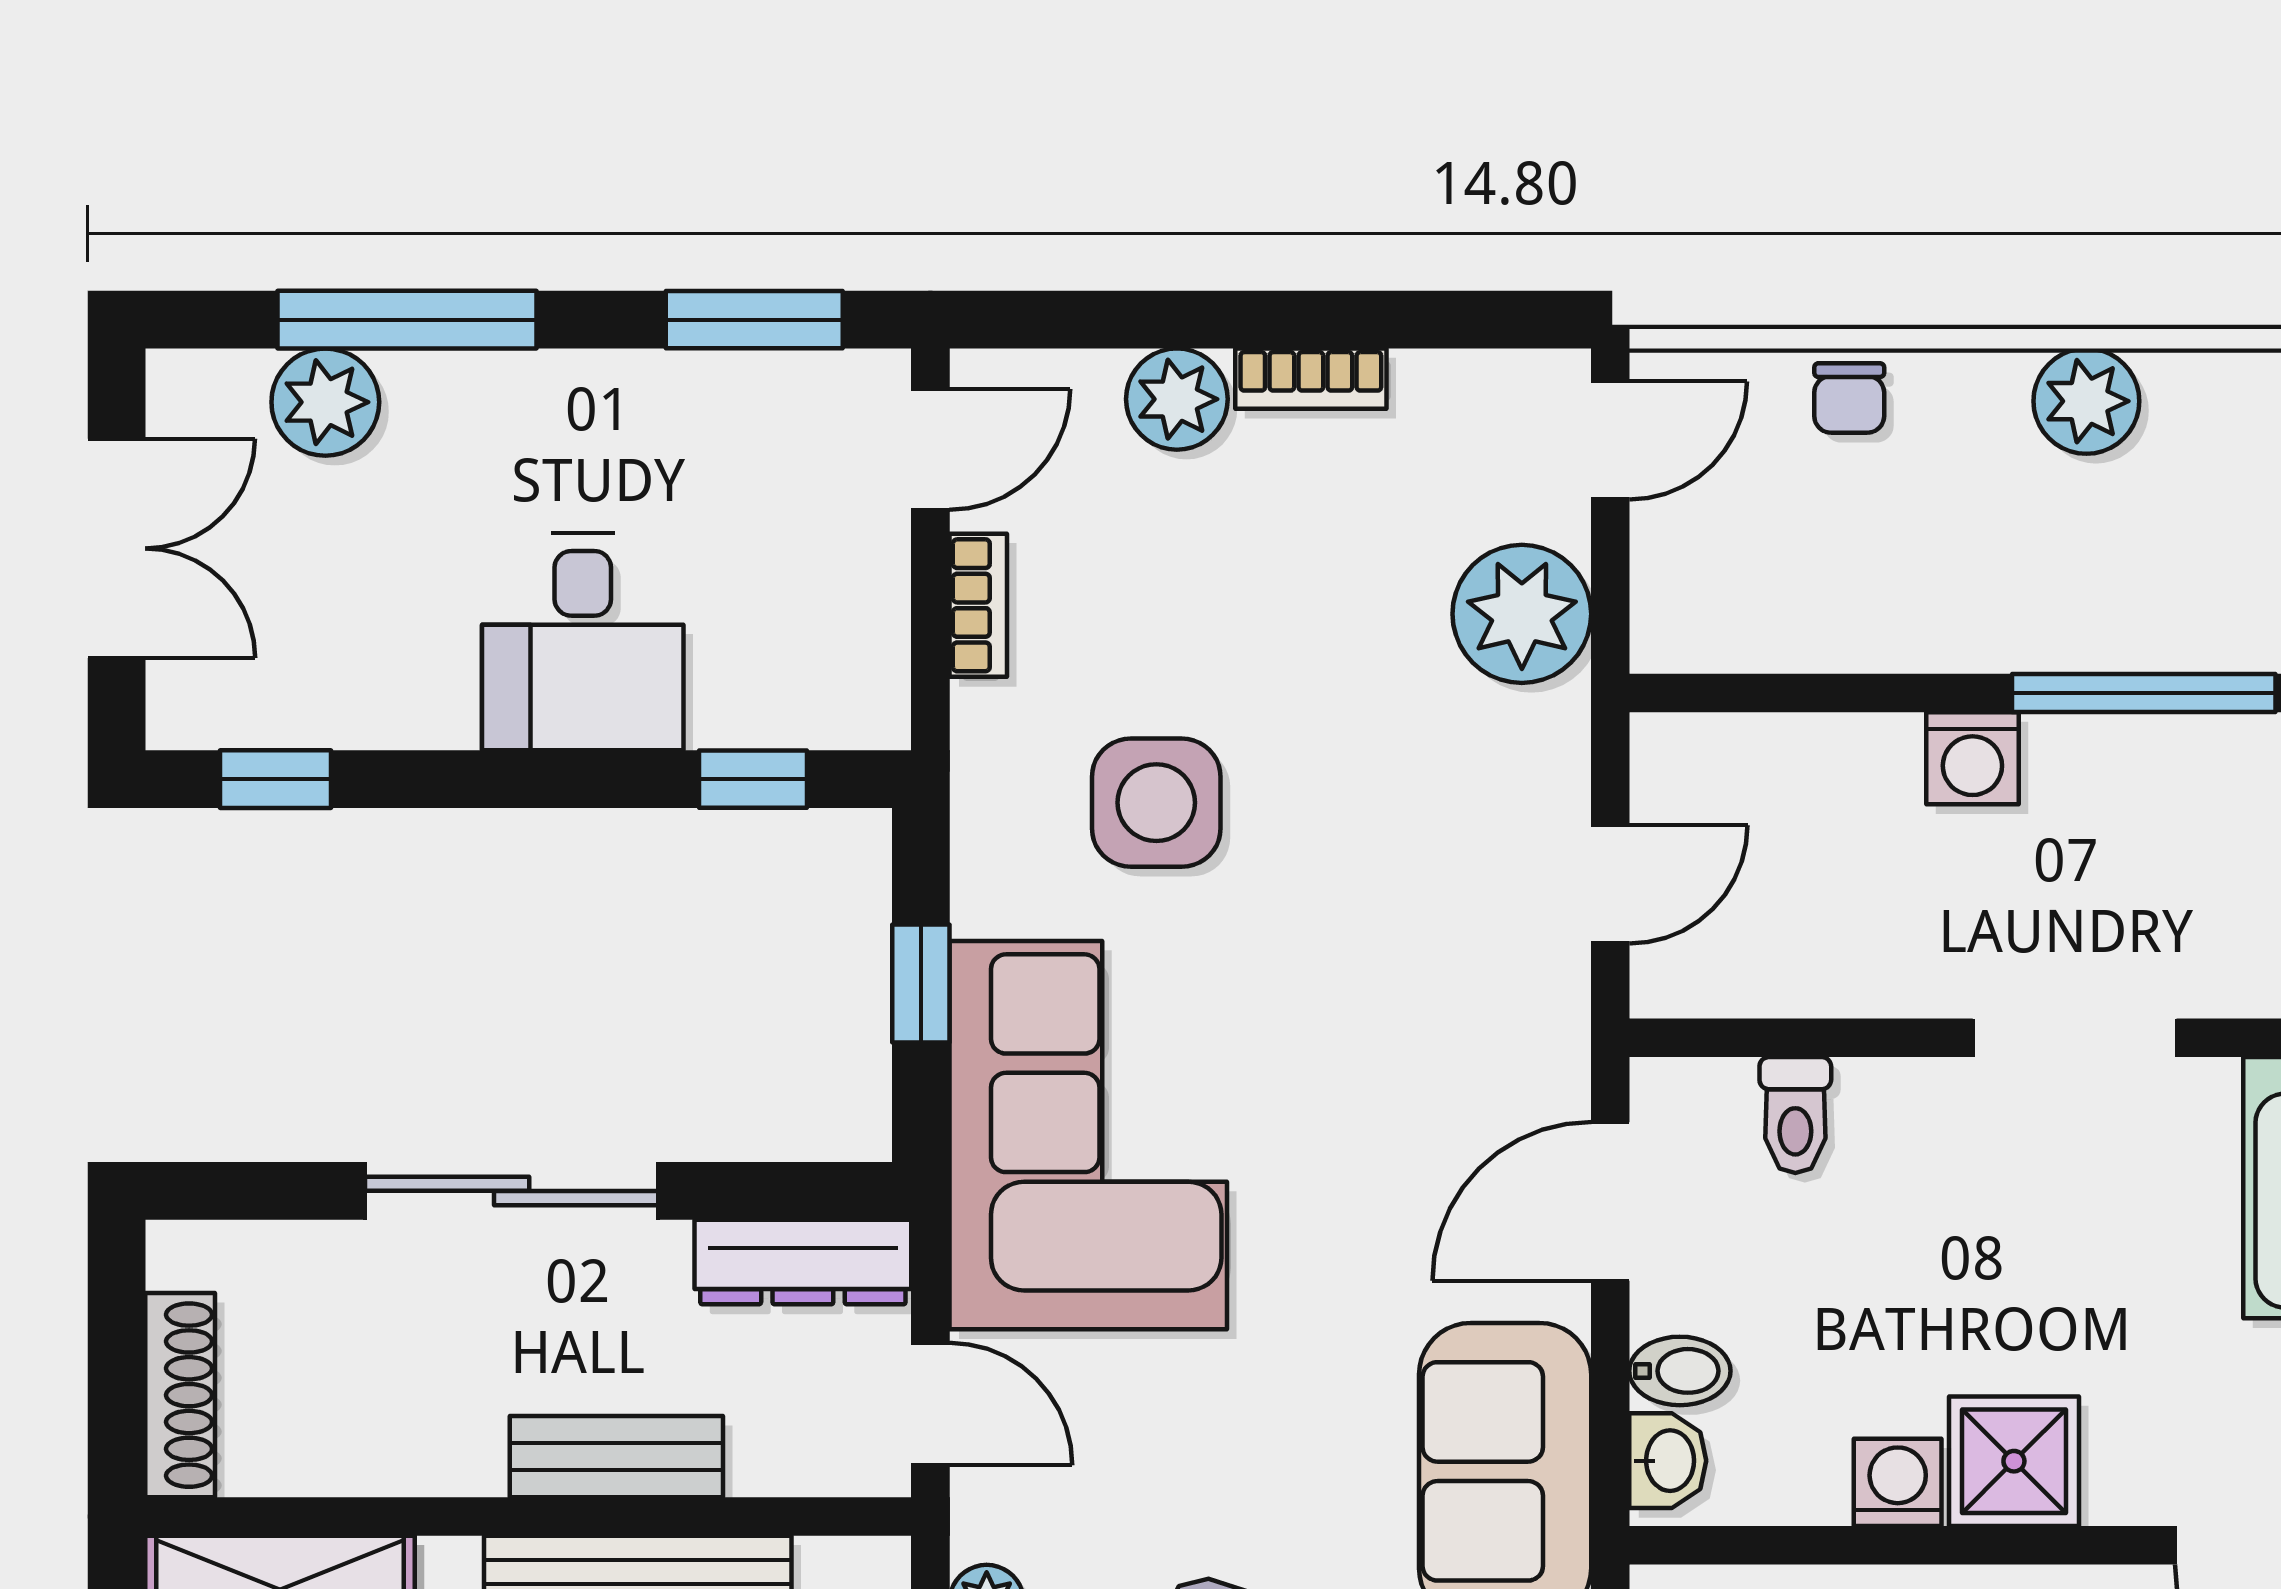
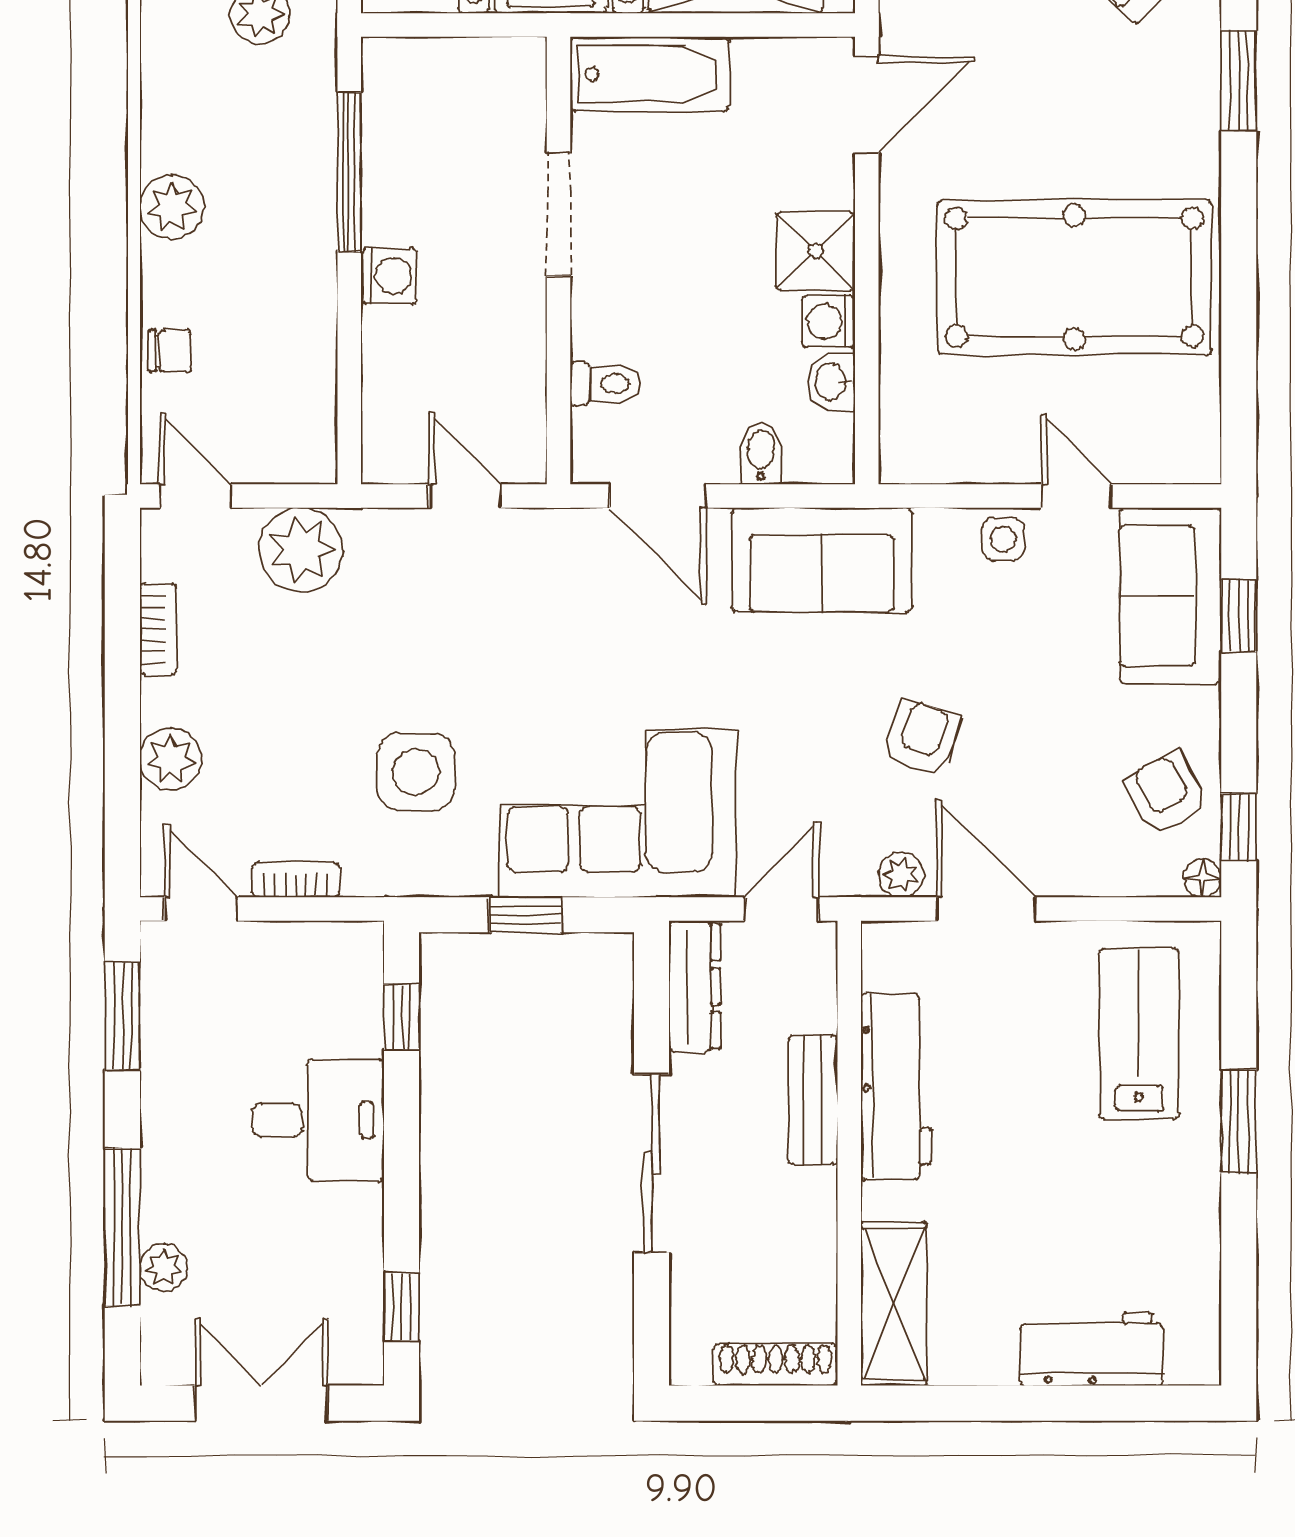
bookcase: (1311, 379) -> (158, 629), moved
plant: (325, 402) -> (164, 1267), width x0.73, depth x0.73
washbasin: (1668, 1461) -> (832, 382), moved, turned -90

